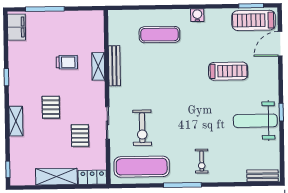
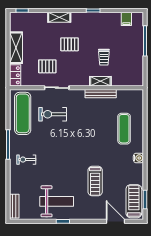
filing cabinet: (16, 27) -> (126, 19), width x0.50
weight bench: (255, 121) -> (57, 201), turned 90

